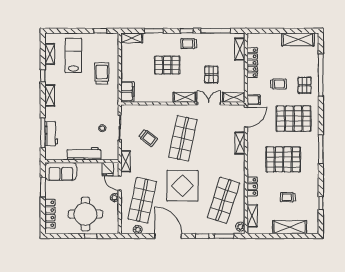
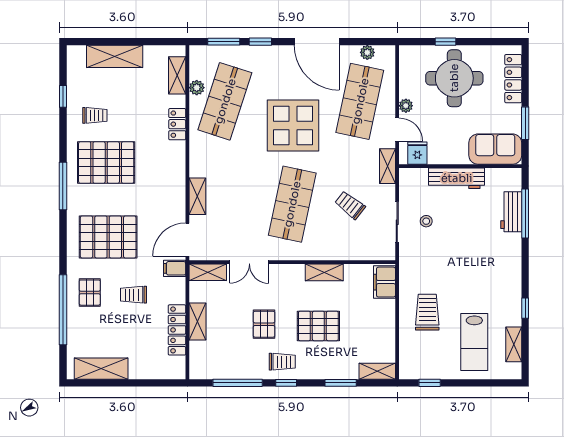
shelving: (240, 49) -> (198, 322), moved
trolley: (102, 73) -> (427, 312), turned 180
pallet: (211, 75) -> (264, 324), moved
shelving: (50, 95) -> (514, 275), removed
shelving: (185, 97) -> (324, 272), moved
pallet: (283, 159) -> (106, 162), moved
trolley: (288, 197) -> (95, 115), moved
plant: (240, 227) -> (197, 88), moved

